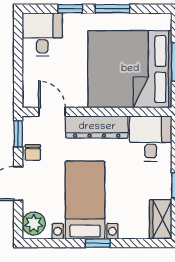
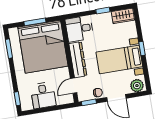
window: (70, 9) -> (17, 99), moved
window: (113, 9) -> (9, 49), moved
desk: (42, 34) -> (43, 95), moved, turned -90

